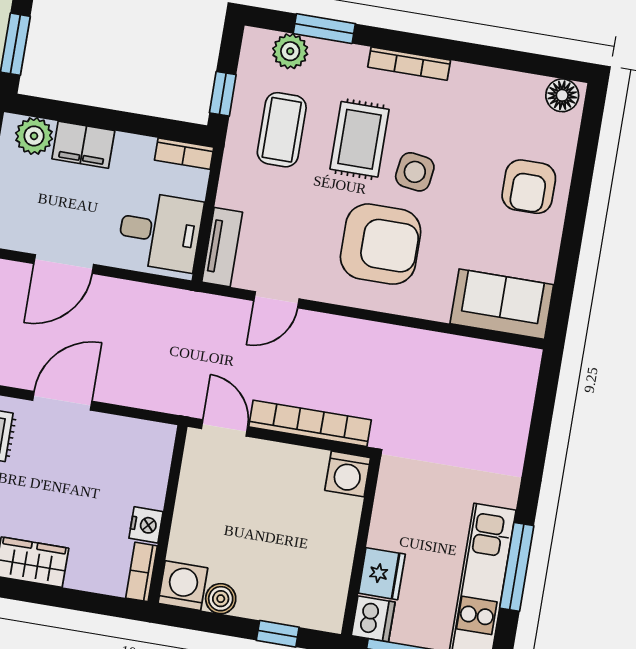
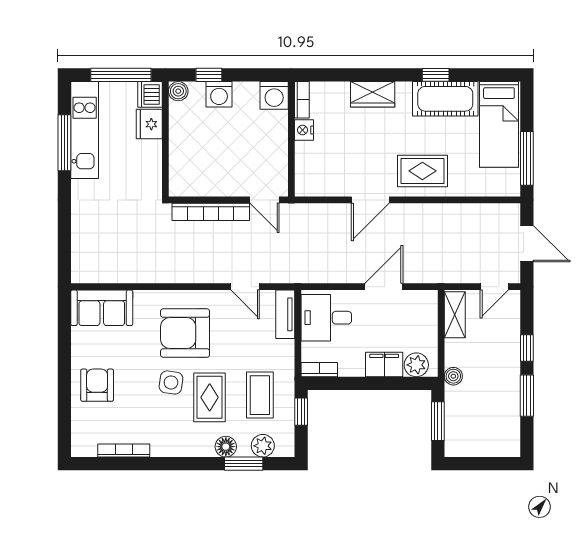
bookcase: (409, 64) -> (124, 451), moved
floor lamp: (562, 95) -> (226, 447), moved
door: (277, 300) -> (245, 287), swing flipped
washing machine: (348, 474) -> (219, 94), moved, turned 180
boiler: (221, 599) -> (178, 91), moved

